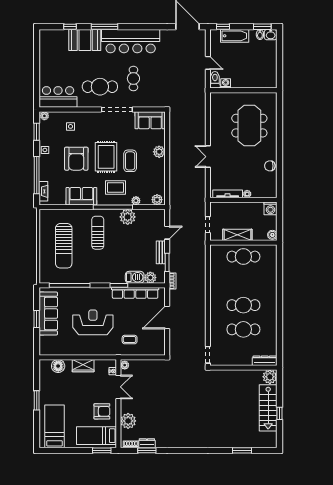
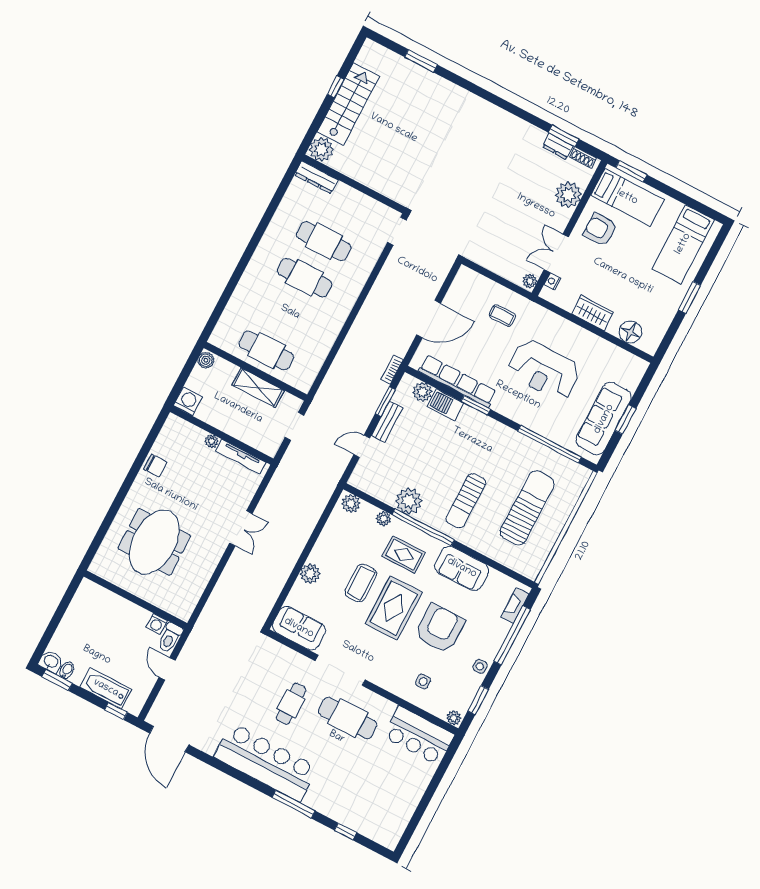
booth: (85, 40) -> (333, 800), removed

